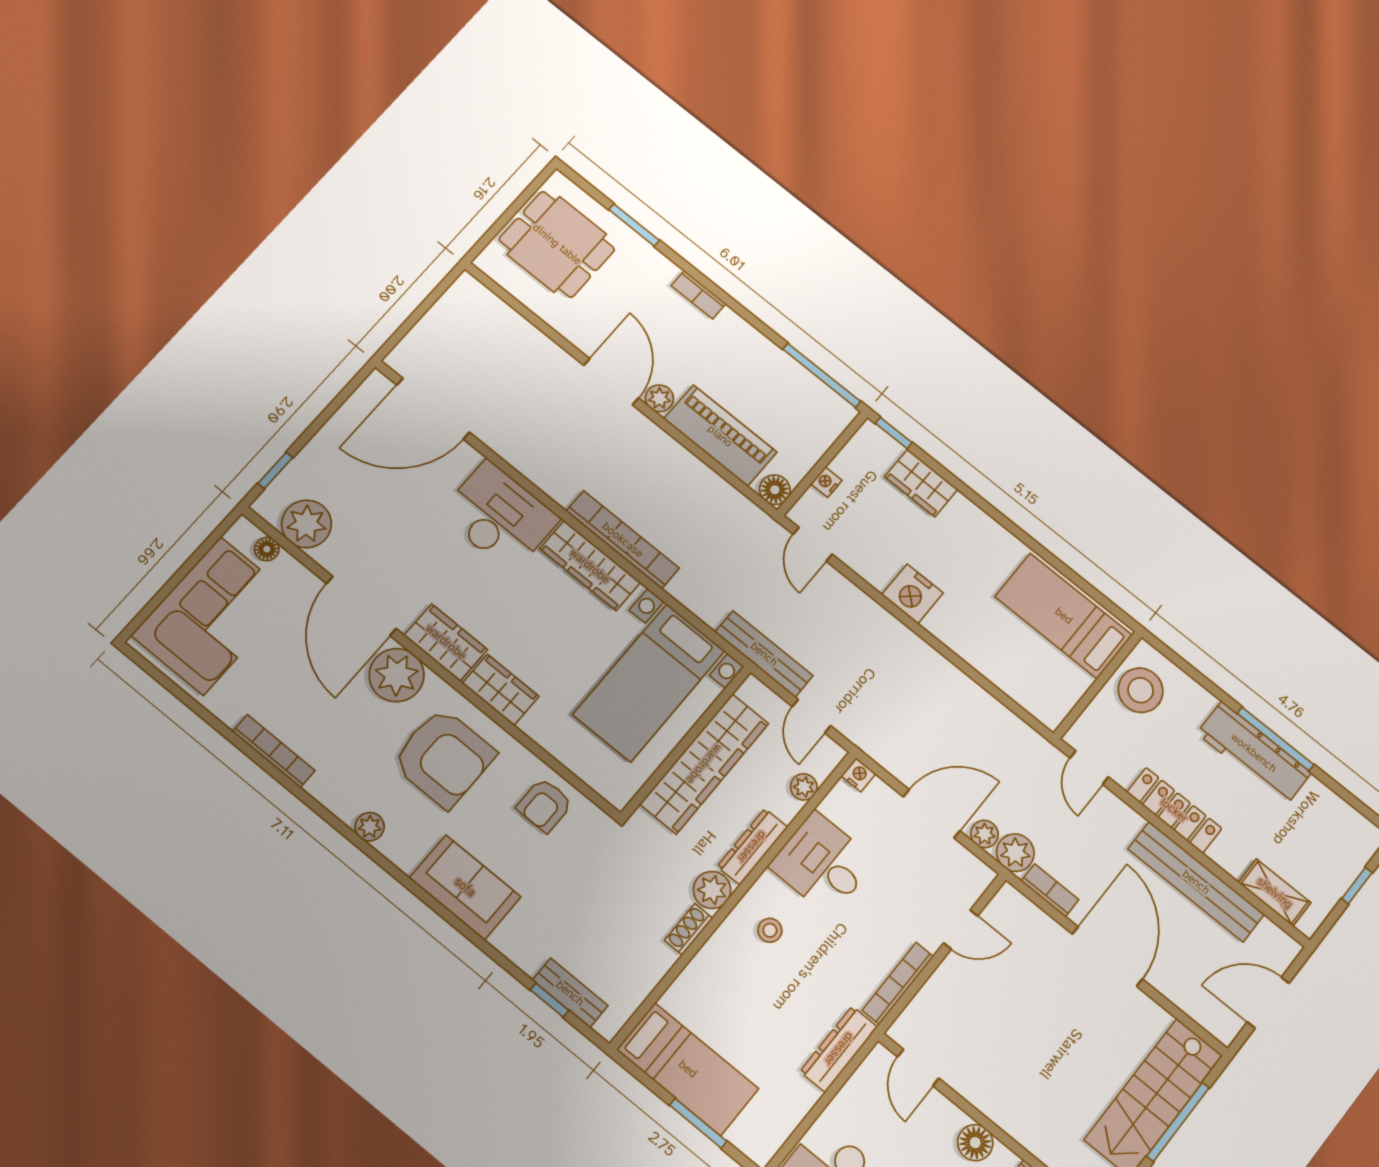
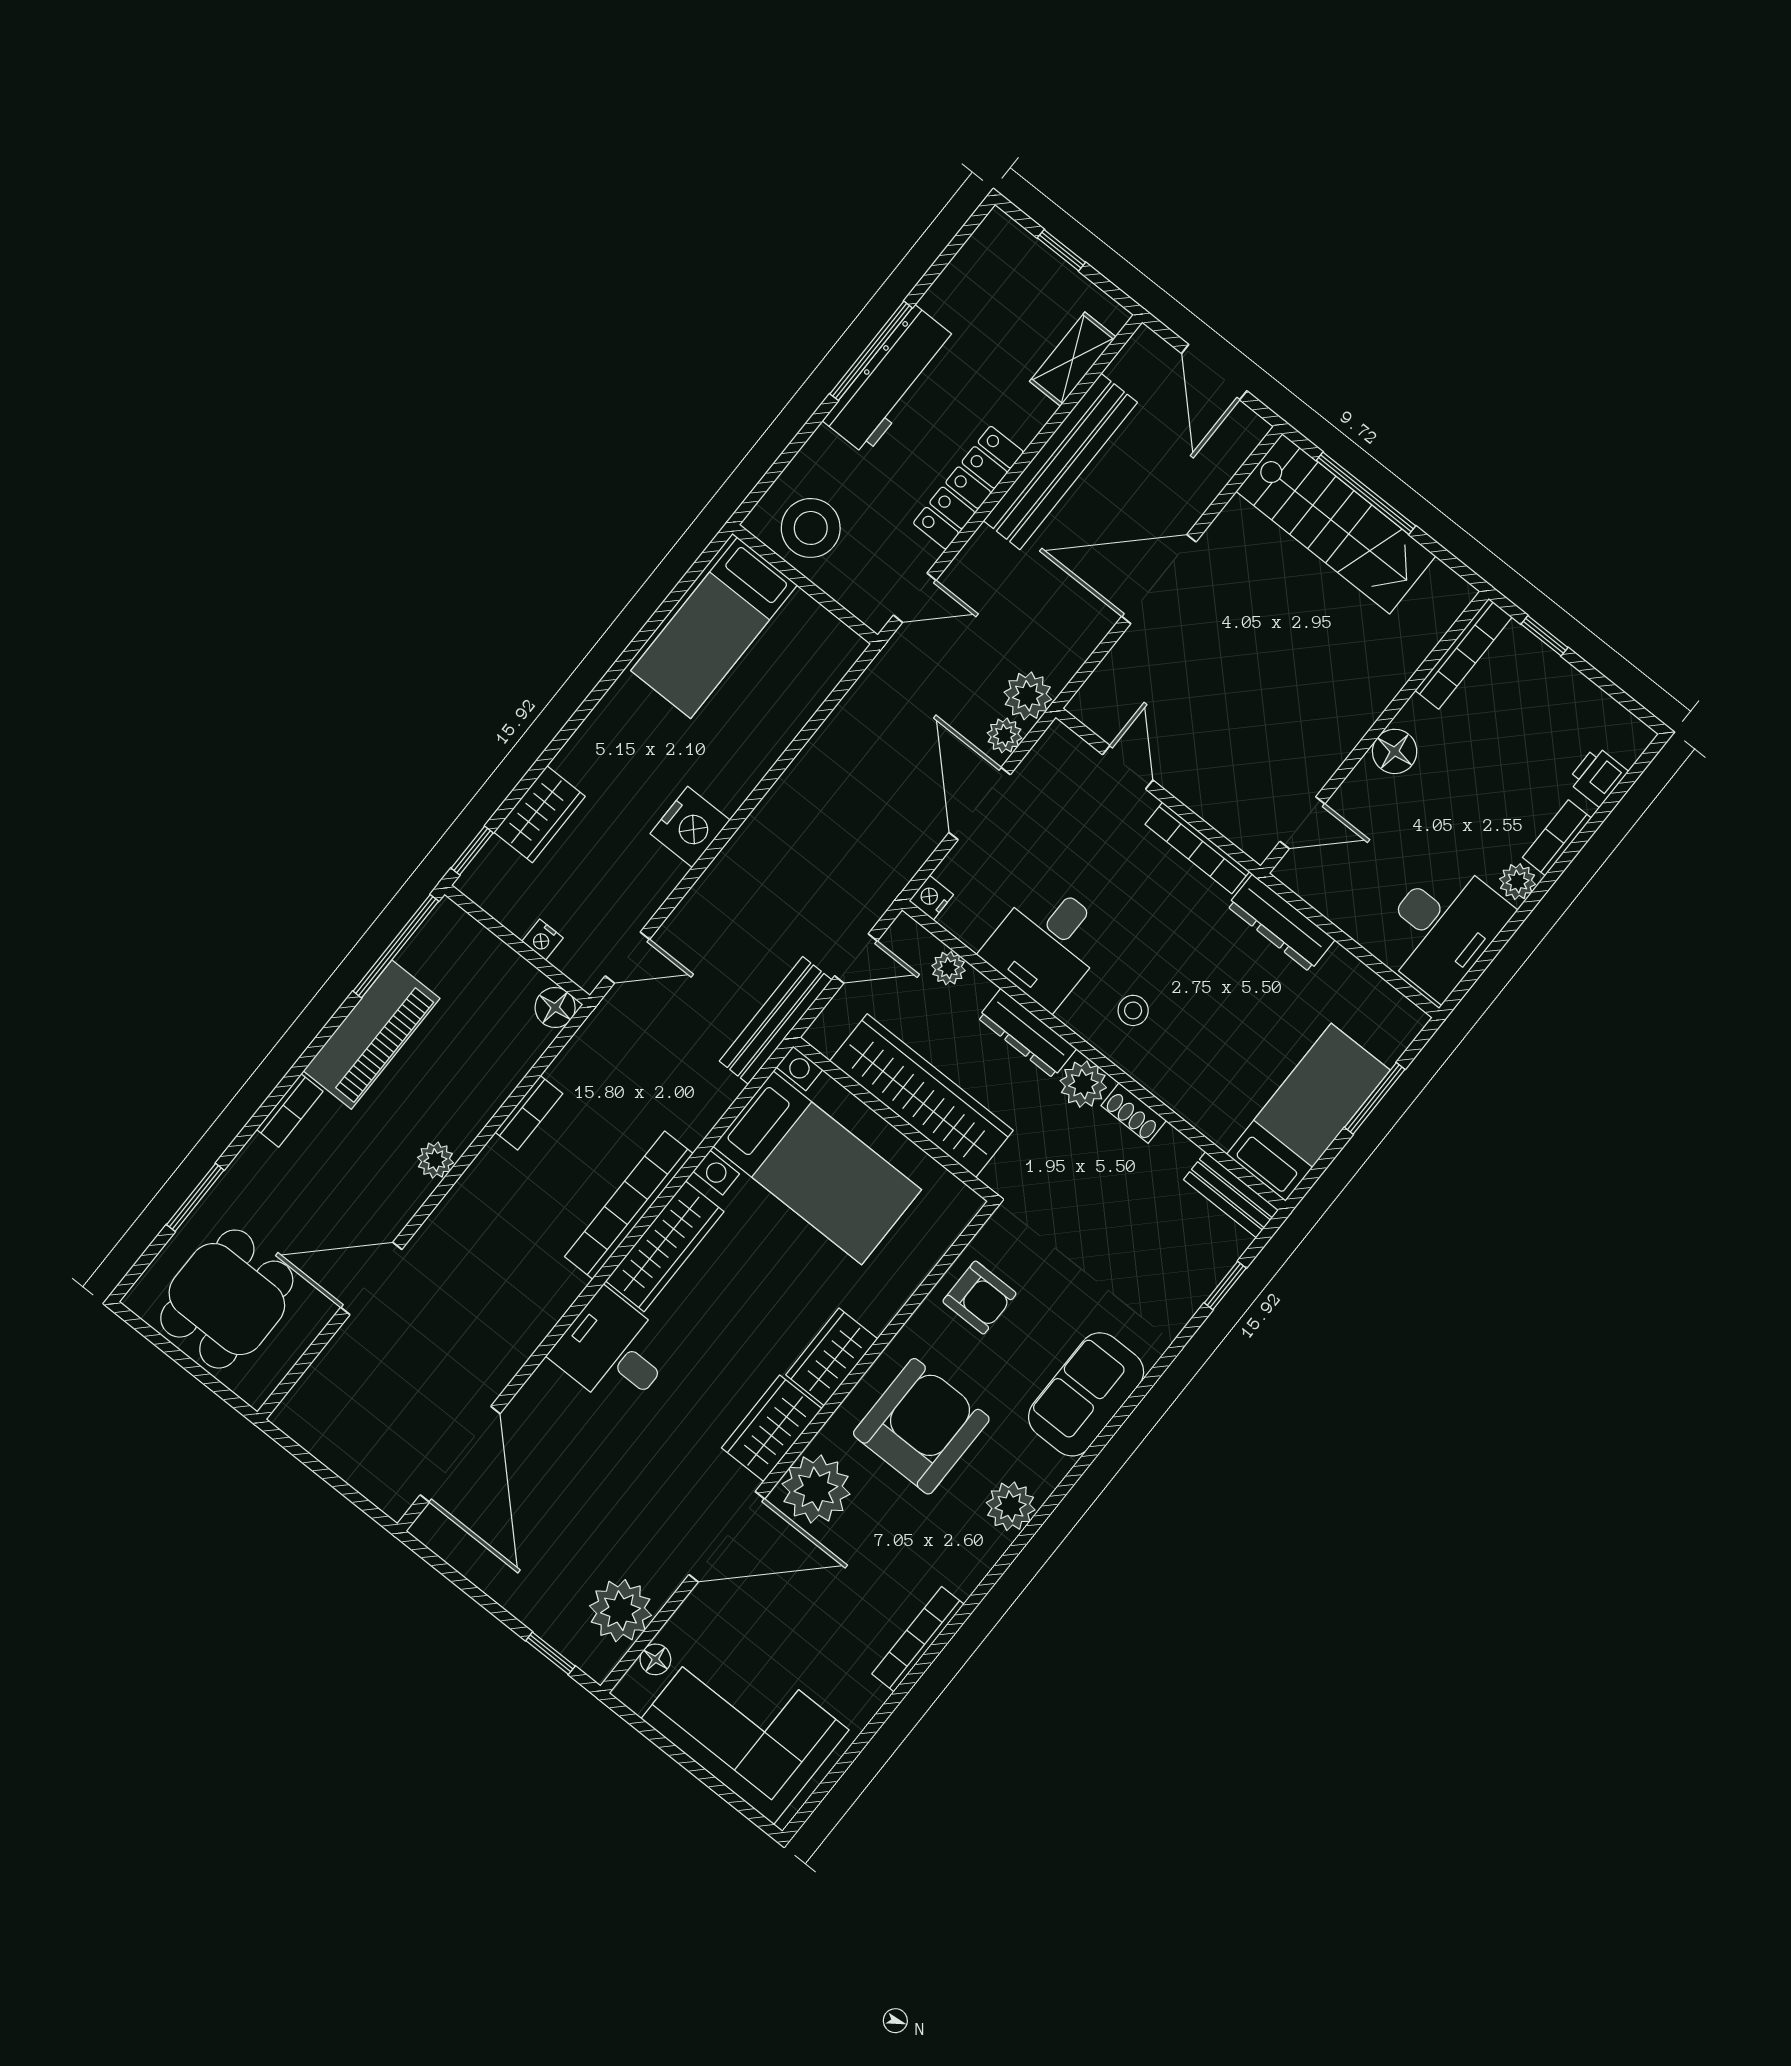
door: (611, 382) -> (371, 1278), moved
piano: (720, 436) -> (372, 1035), moved, turned 180
desk: (499, 516) -> (613, 1351), width x0.73
plant: (370, 827) -> (1011, 1506), width x1.38, depth x1.38
bookcase: (1050, 890) -> (529, 1113), moved, turned 180
bench: (570, 993) -> (1231, 1195), moved, turned 90

